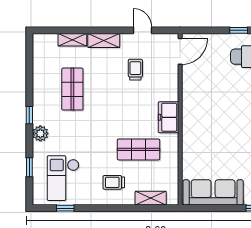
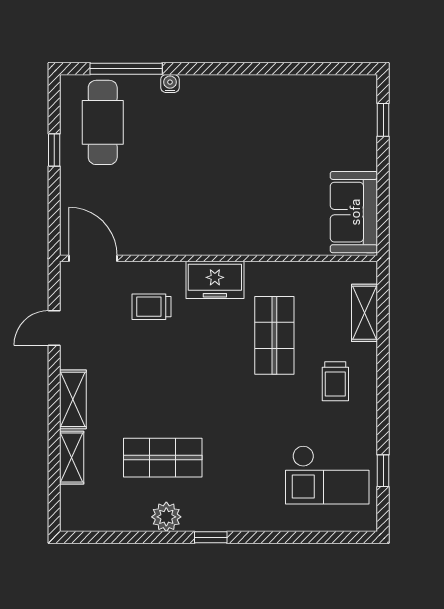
trolley: (135, 70) -> (152, 307), moved
plant: (40, 133) -> (166, 517), moved
window: (29, 167) -> (307, 537), removed
sofa: (213, 192) -> (354, 212), width x0.73

